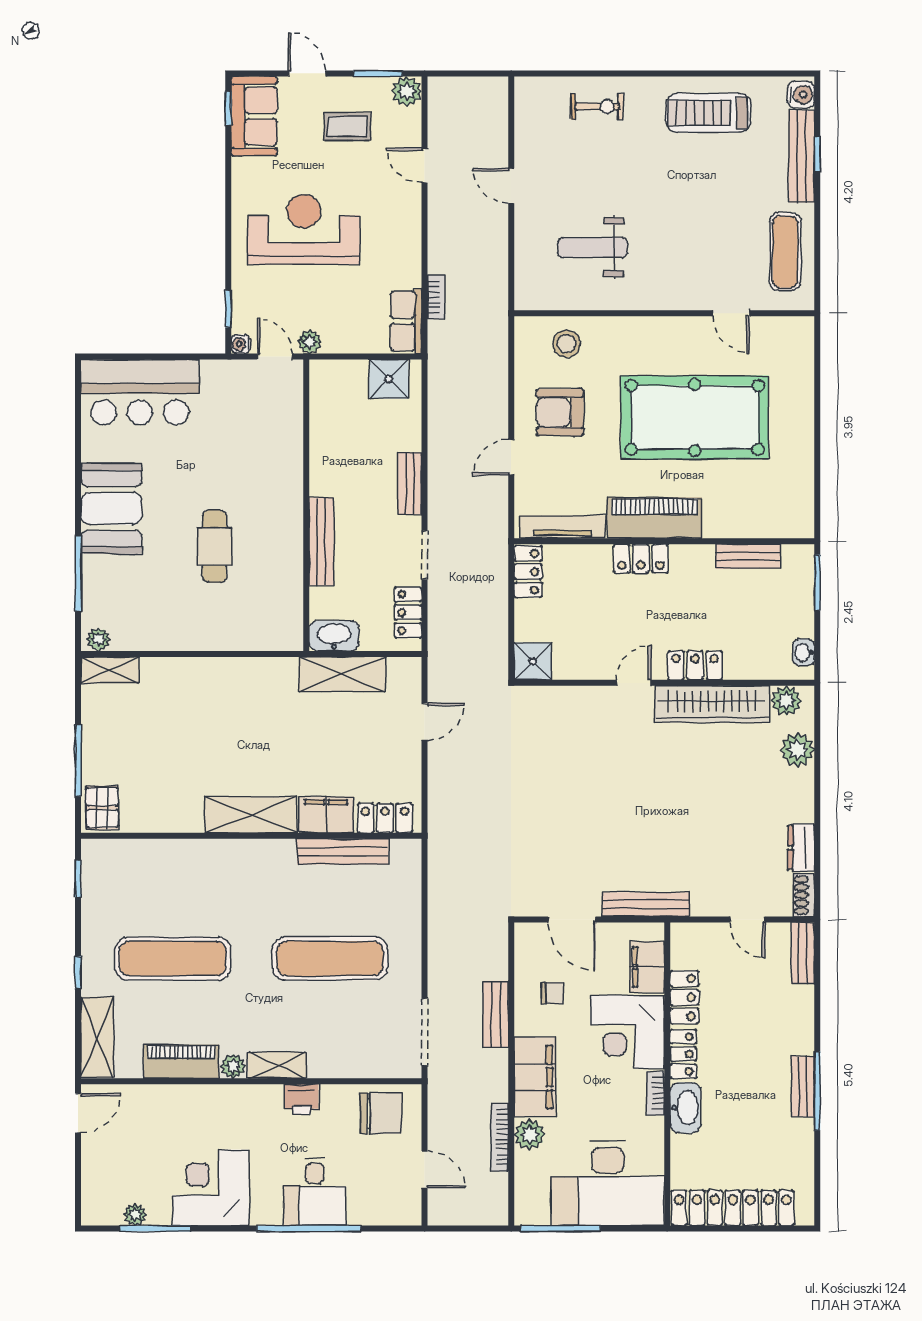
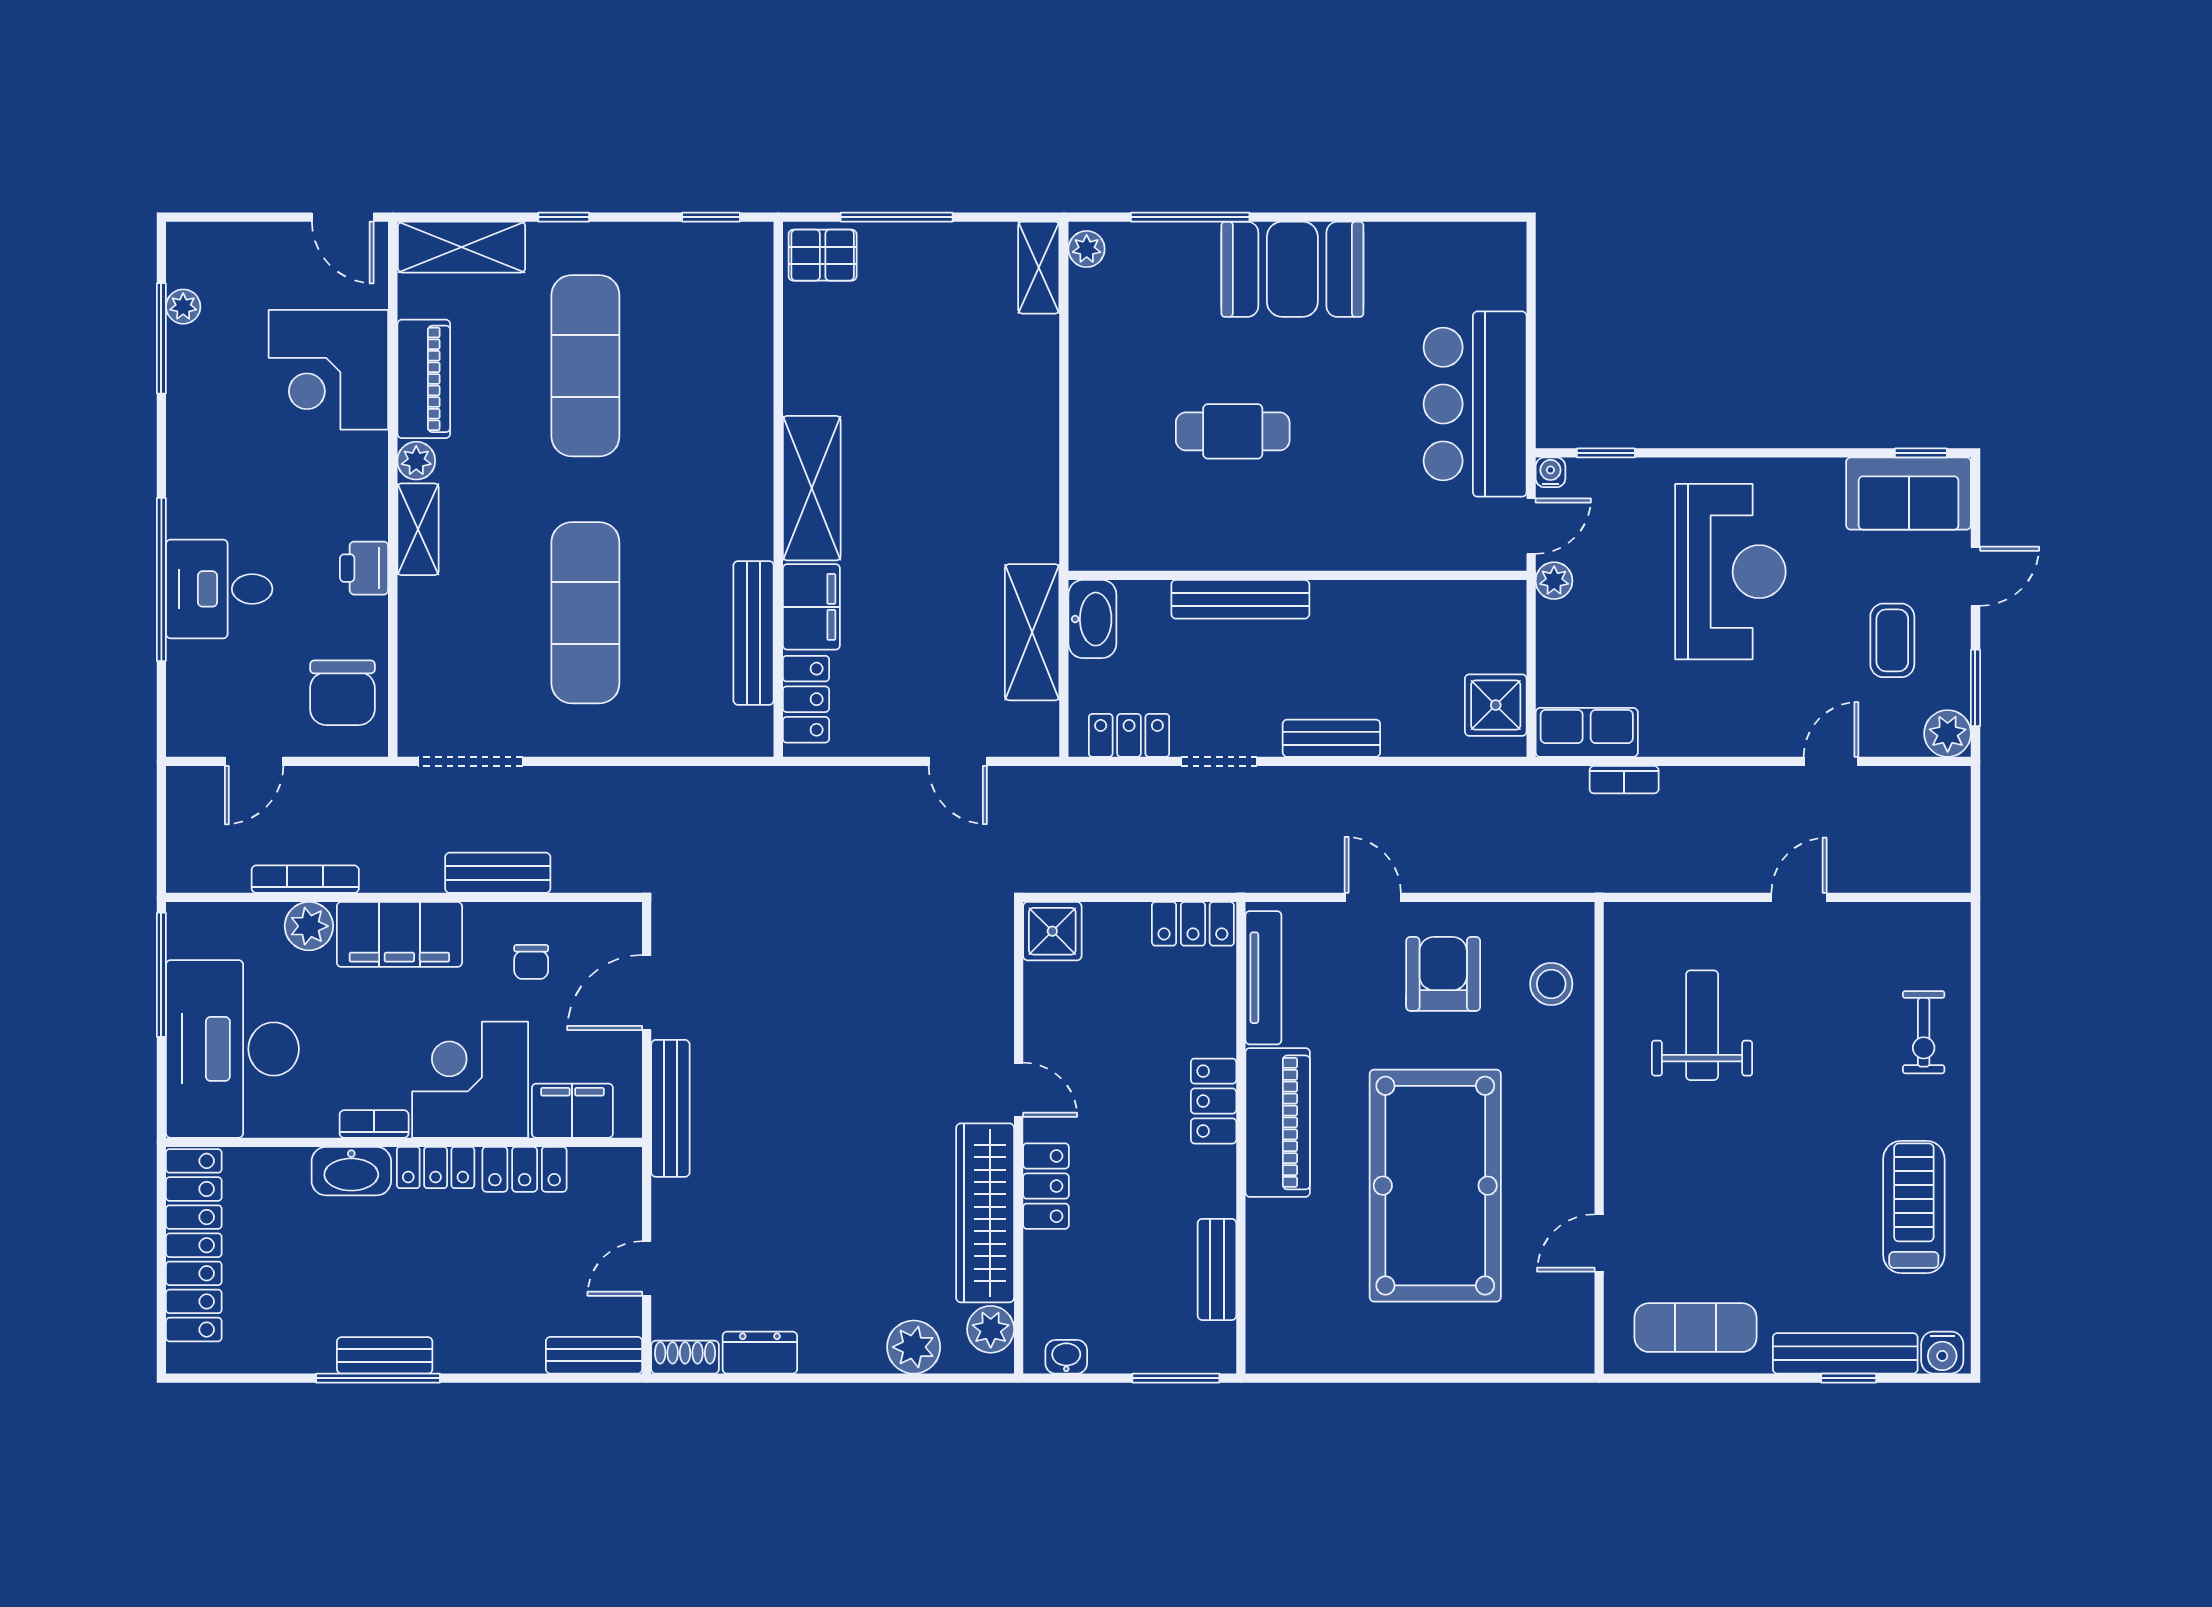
bar counter: (140, 392) -> (1475, 404), moved
corner desk: (211, 1188) -> (328, 370), moved, turned 180

